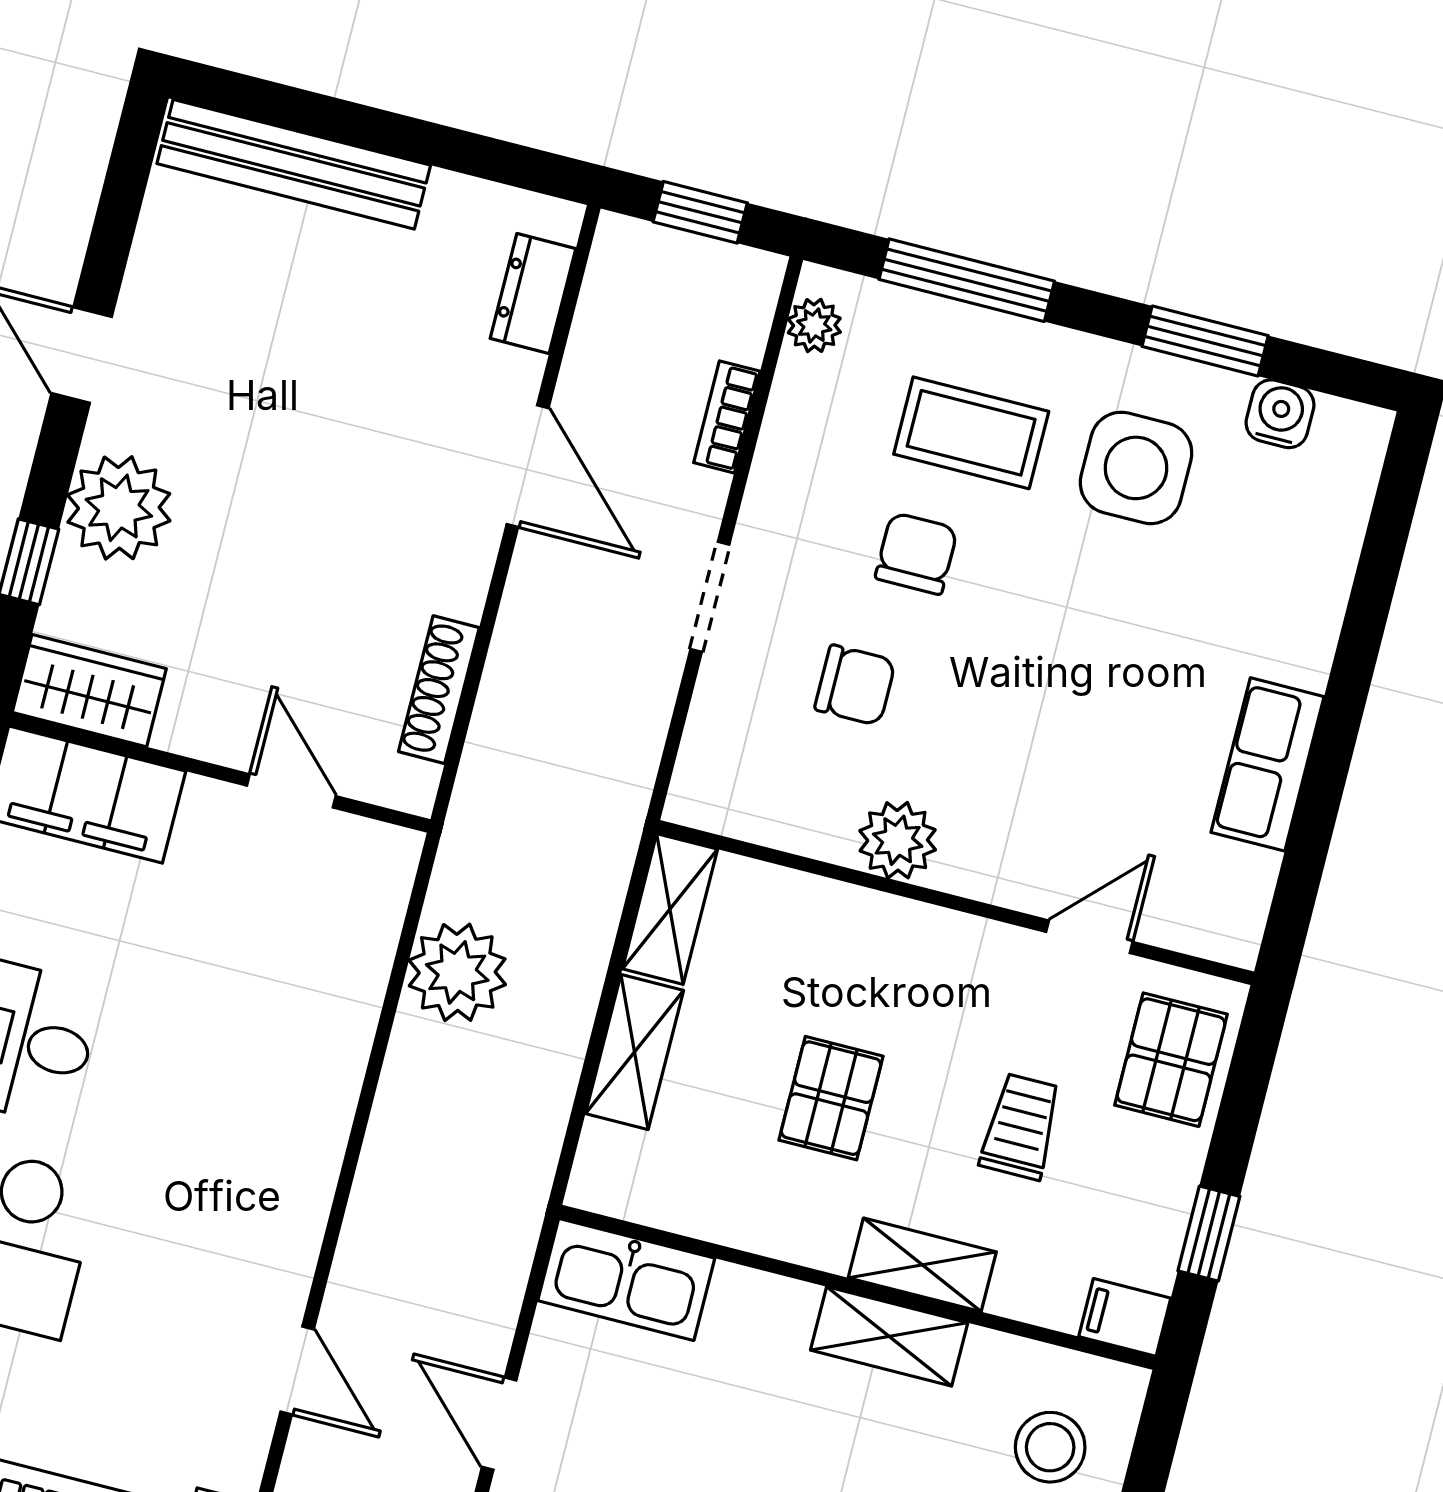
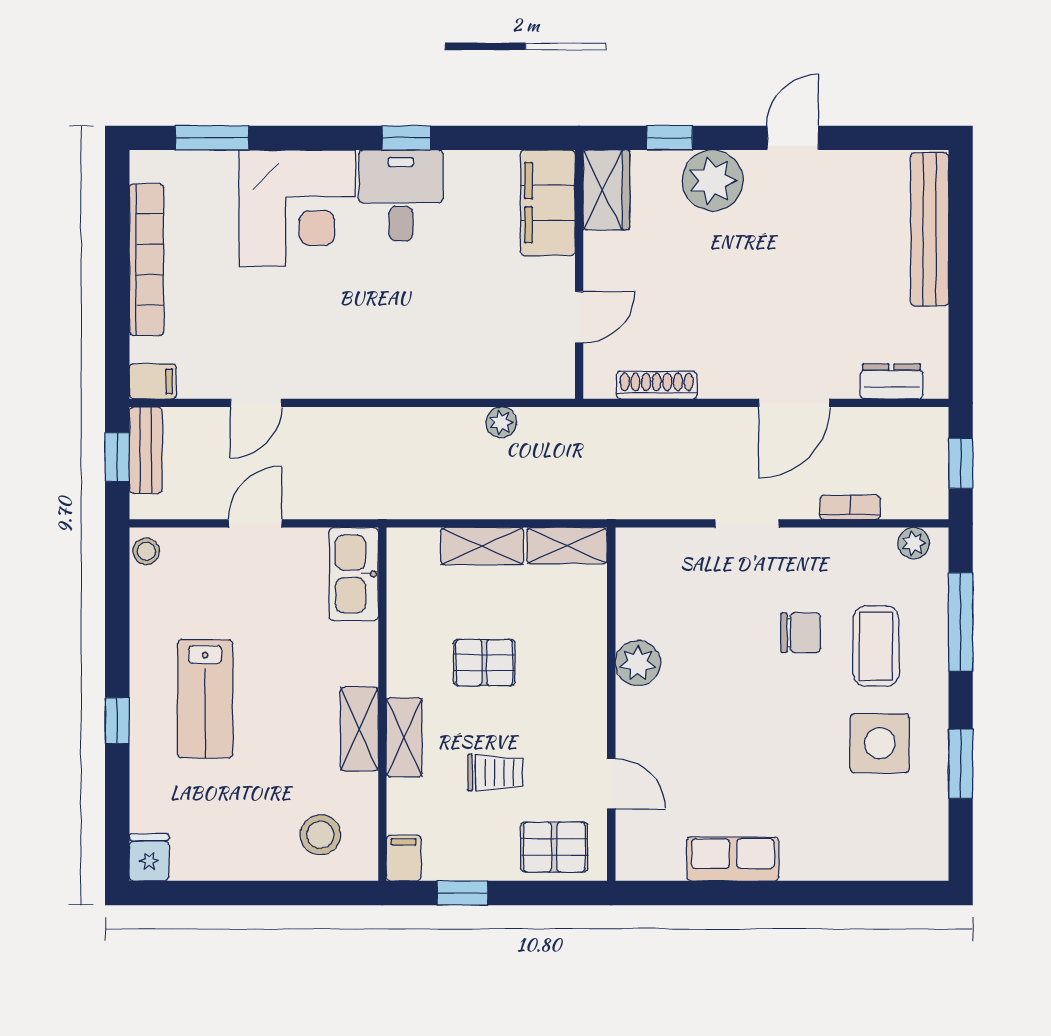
water cooler: (1280, 414) -> (931, 816), removed
chair: (855, 685) -> (718, 617), removed
plant: (457, 972) -> (501, 422), width x0.53, depth x0.53

